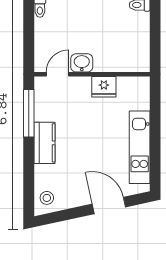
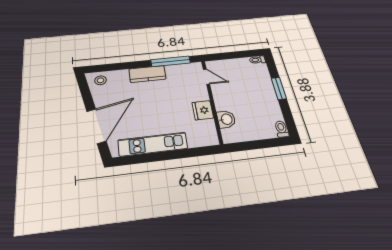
washbasin: (82, 63) -> (226, 119), moved
door: (109, 205) -> (96, 126), width x1.36

